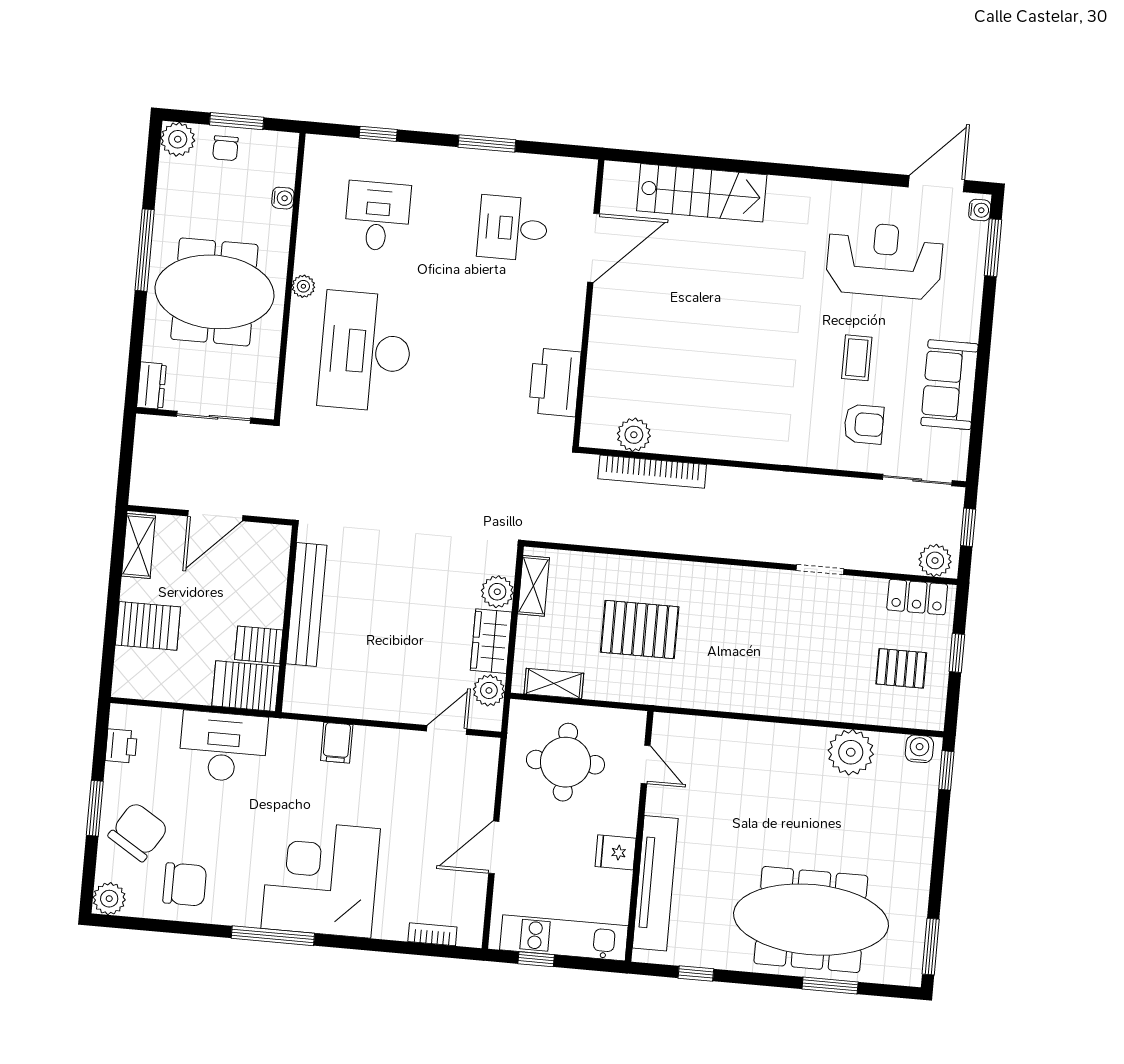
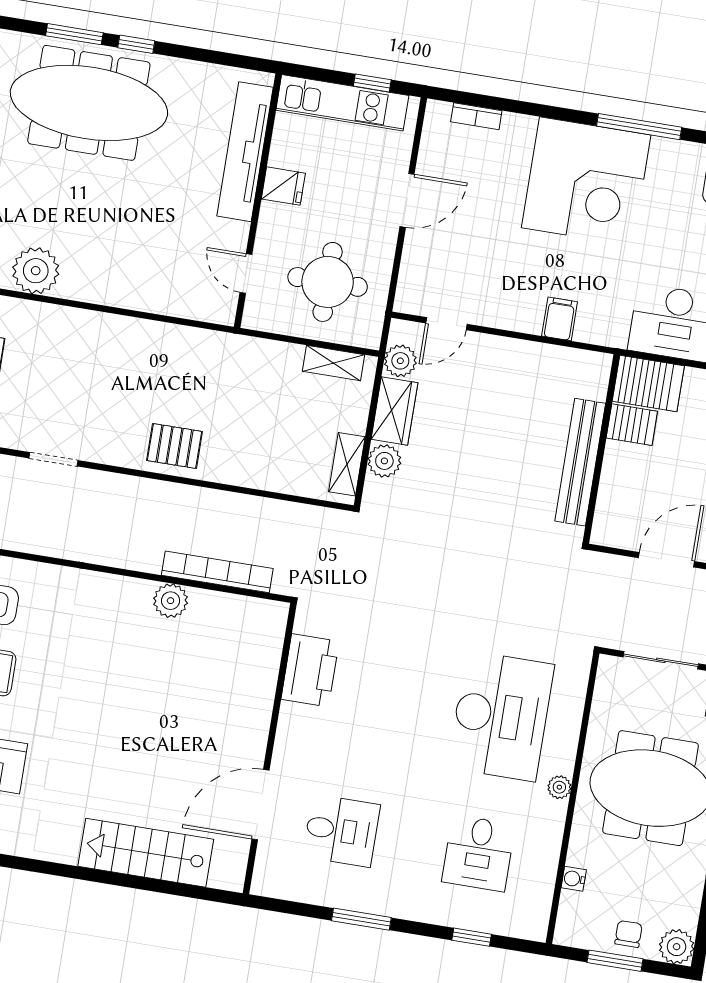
plant: (634, 435) -> (171, 601), moved
pallet: (640, 629) -> (175, 446), moved, width x0.67, depth x0.71
window: (696, 974) -> (136, 44), moved

